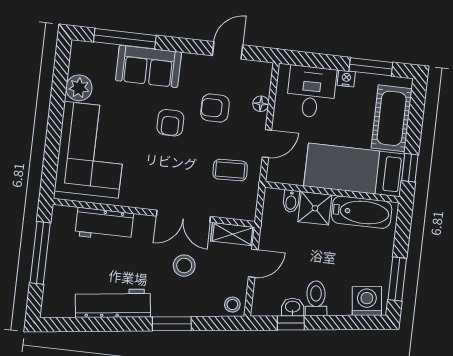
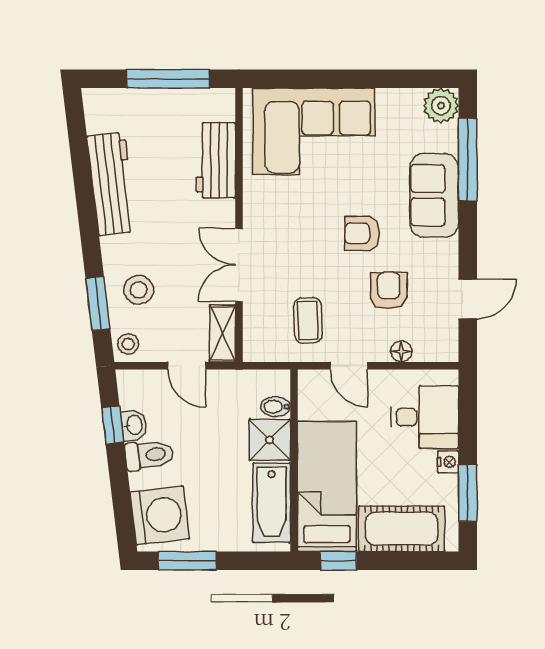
door: (228, 50) -> (468, 299), hinge flipped
plant: (79, 88) -> (441, 106), moved
stool: (184, 266) -> (139, 290), moved
washing machine: (367, 301) -> (160, 515), width x1.37, depth x1.37
window: (172, 324) -> (98, 303), moved

